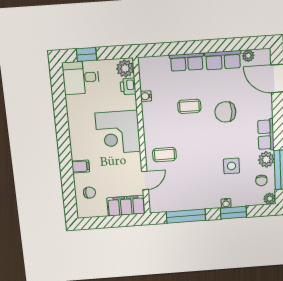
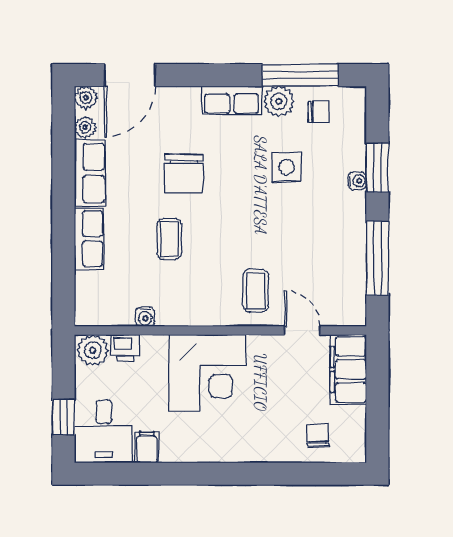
filing cabinet: (81, 166) -> (147, 447), moved
plant: (270, 199) -> (86, 98), moved

